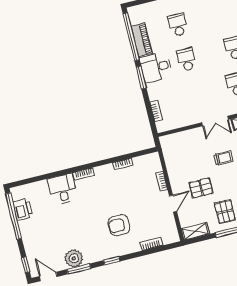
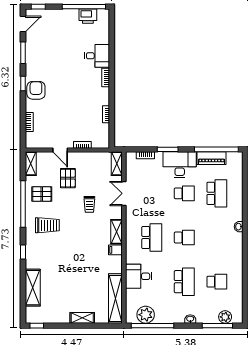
school desk: (178, 25) -> (217, 193), width x1.85
desk: (156, 67) -> (180, 165), width x1.37
window: (141, 78) -> (168, 149), moved
double door: (215, 121) -> (124, 193), moved
shelving: (173, 140) -> (117, 164), added
armchair: (119, 225) -> (36, 90), moved
plant: (74, 258) -> (33, 51), removed

